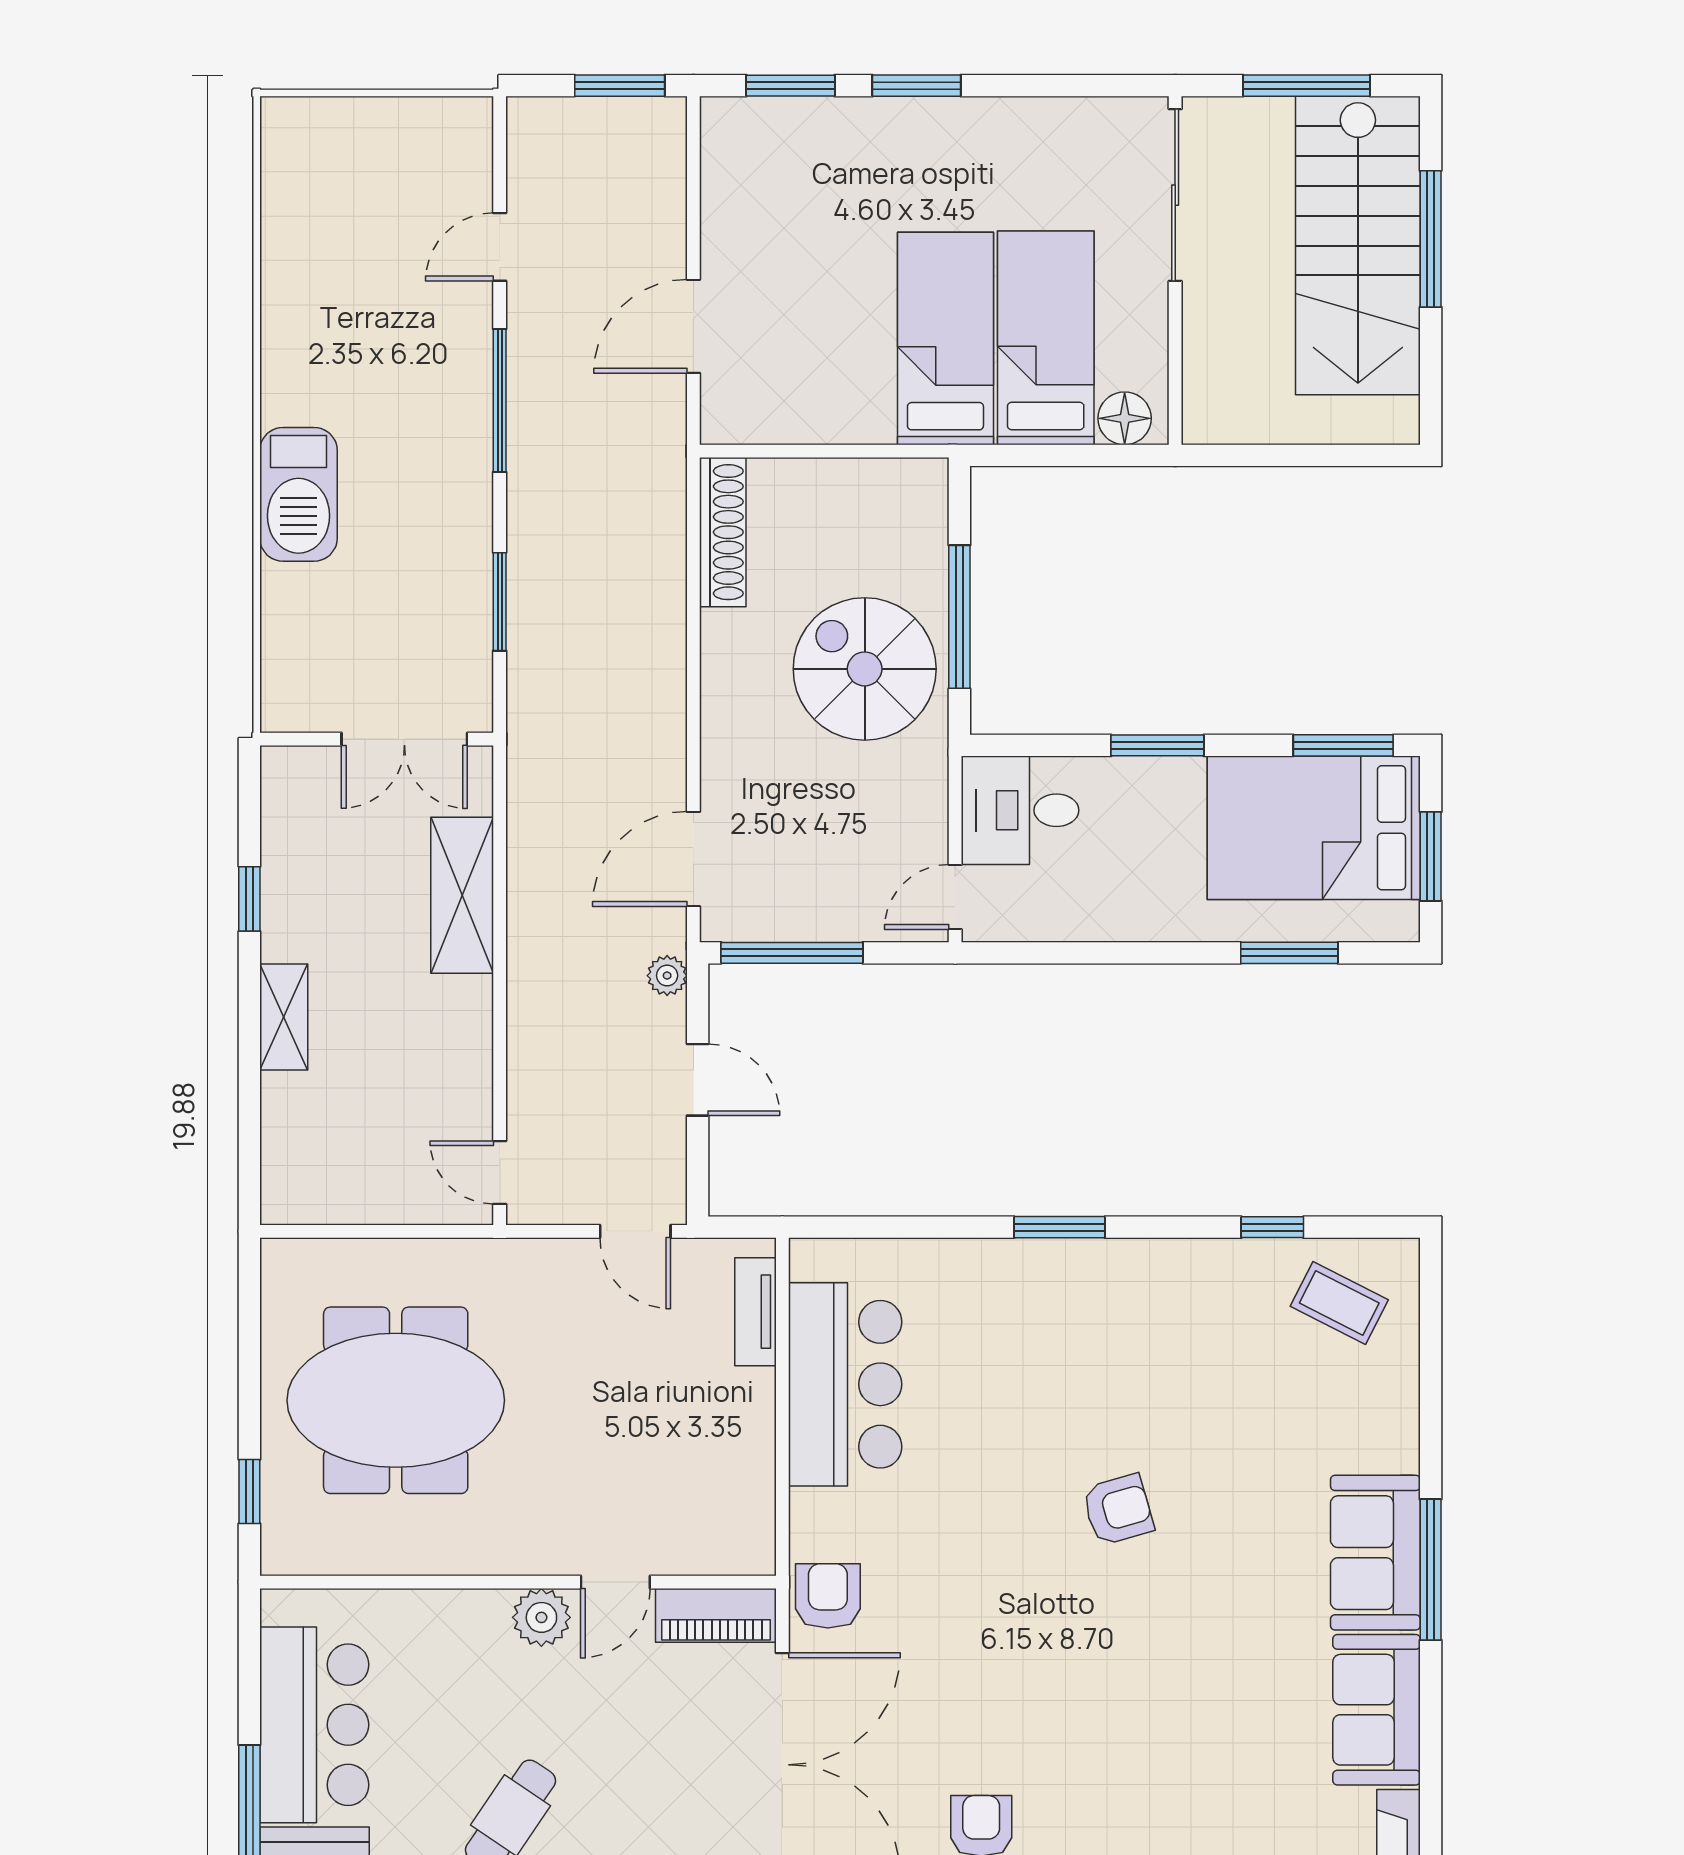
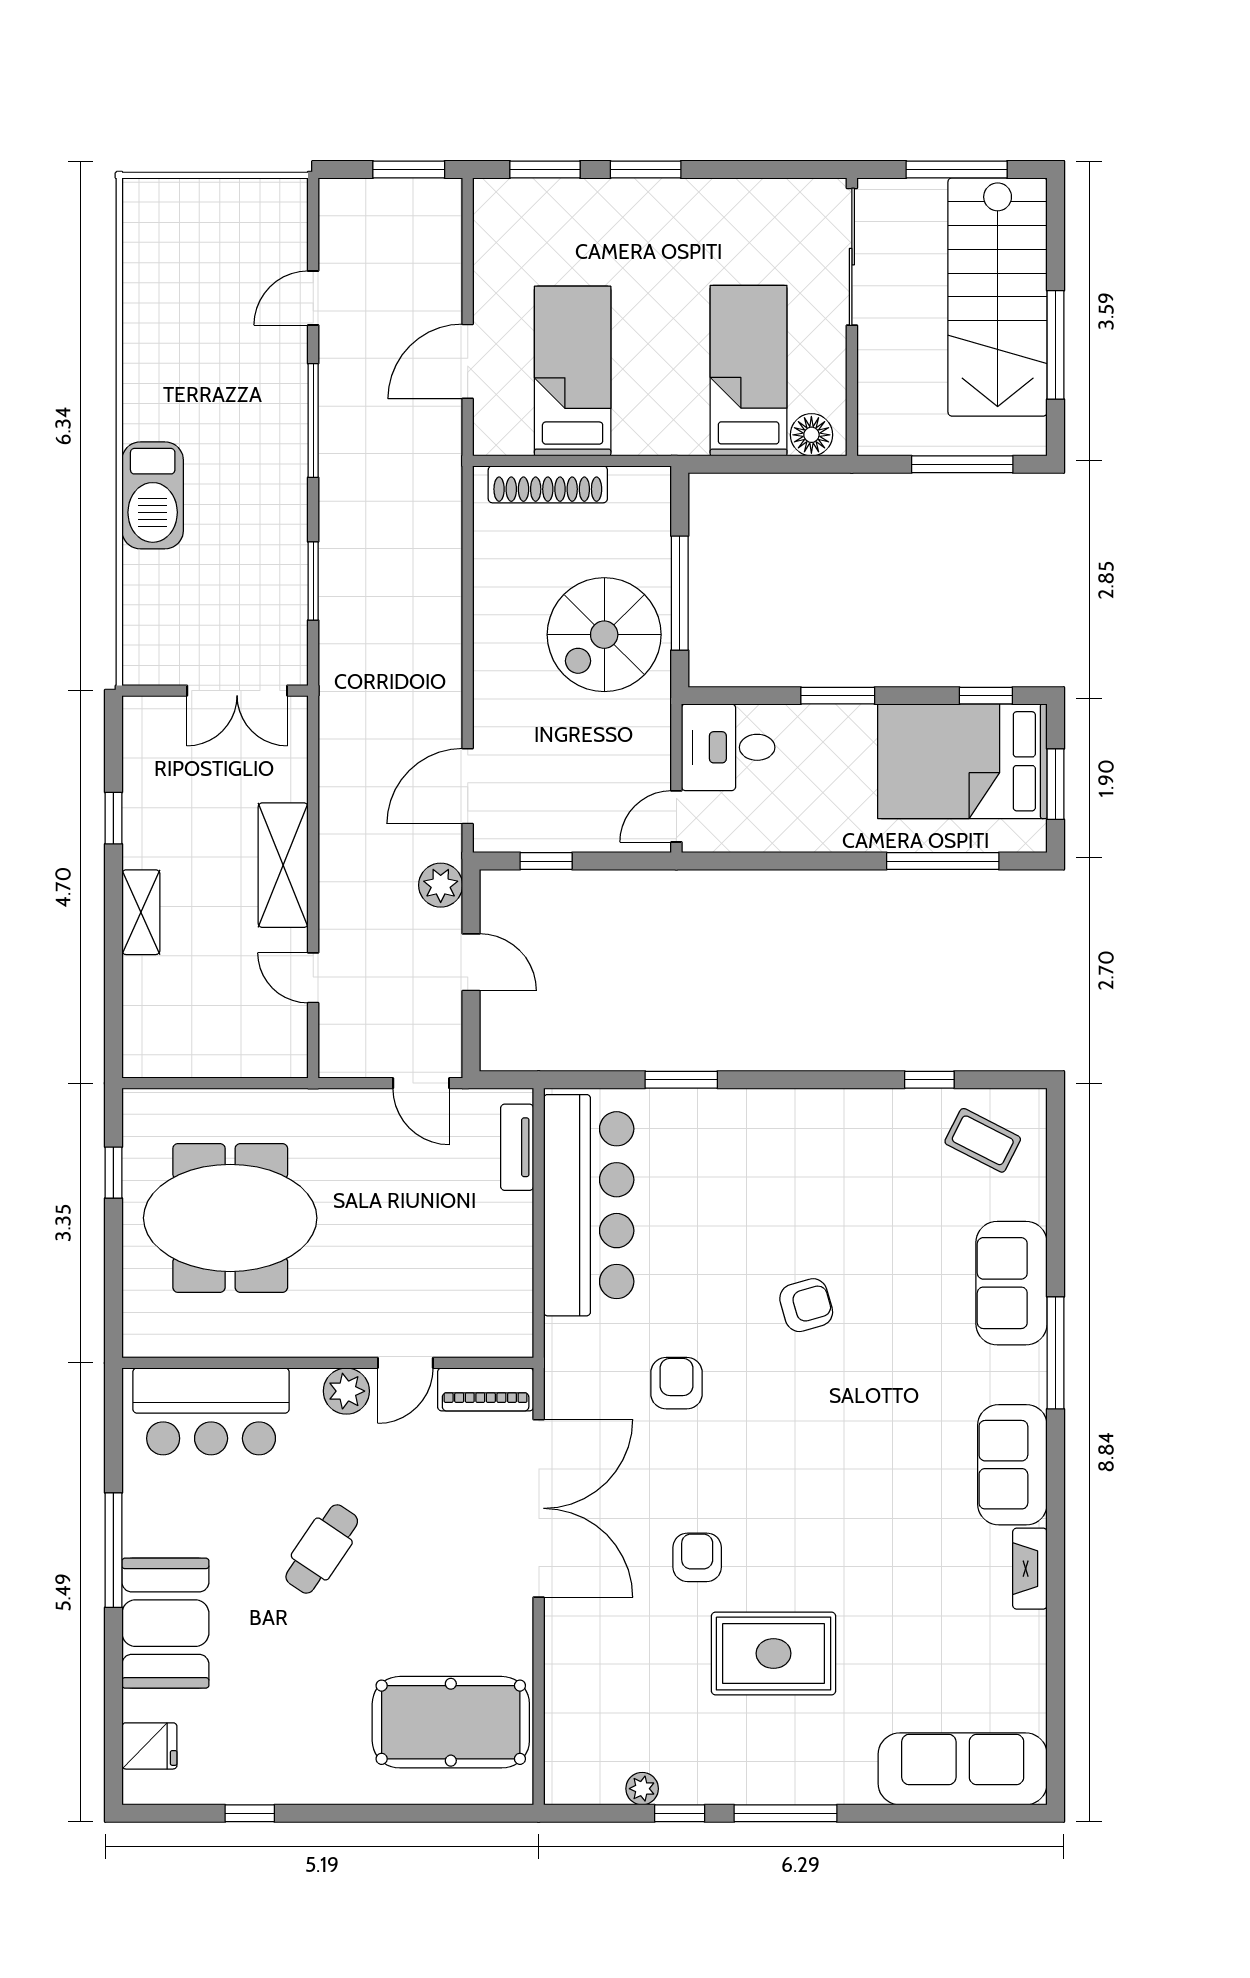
window: (1431, 239) -> (1056, 345), moved
bed: (945, 338) -> (573, 371), moved
window: (1314, 455) -> (962, 464), added
shoe rack: (723, 532) -> (548, 484), moved, turned 90
spiral stairs: (865, 669) -> (604, 635), turned -90
window: (1343, 745) -> (986, 696), width x0.67
shelving: (462, 895) -> (283, 865), moved
window: (792, 953) -> (546, 861), width x0.46
window: (1289, 953) -> (943, 861), width x1.44
plant: (667, 976) -> (441, 885), width x1.38, depth x1.38
door: (500, 1172) -> (313, 978), moved
window: (1060, 1227) -> (681, 1080), moved
bar counter: (845, 1384) -> (589, 1205), width x1.36
window: (249, 1492) -> (113, 1173), moved
sofa: (1375, 1553) -> (1012, 1283), moved
armchair: (828, 1596) -> (677, 1383), moved
bar counter: (314, 1725) -> (211, 1411), moved, turned 90

